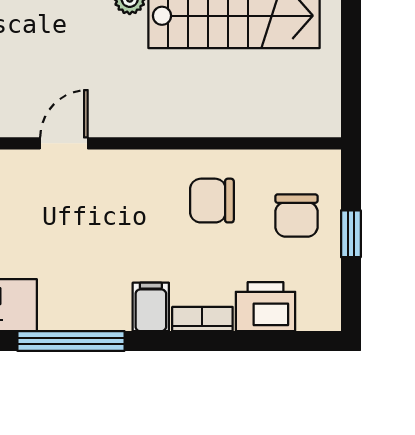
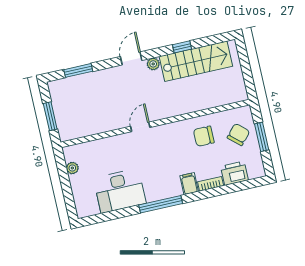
chair: (296, 215) -> (238, 134), turned -138
window: (351, 234) -> (262, 137), width x1.50

